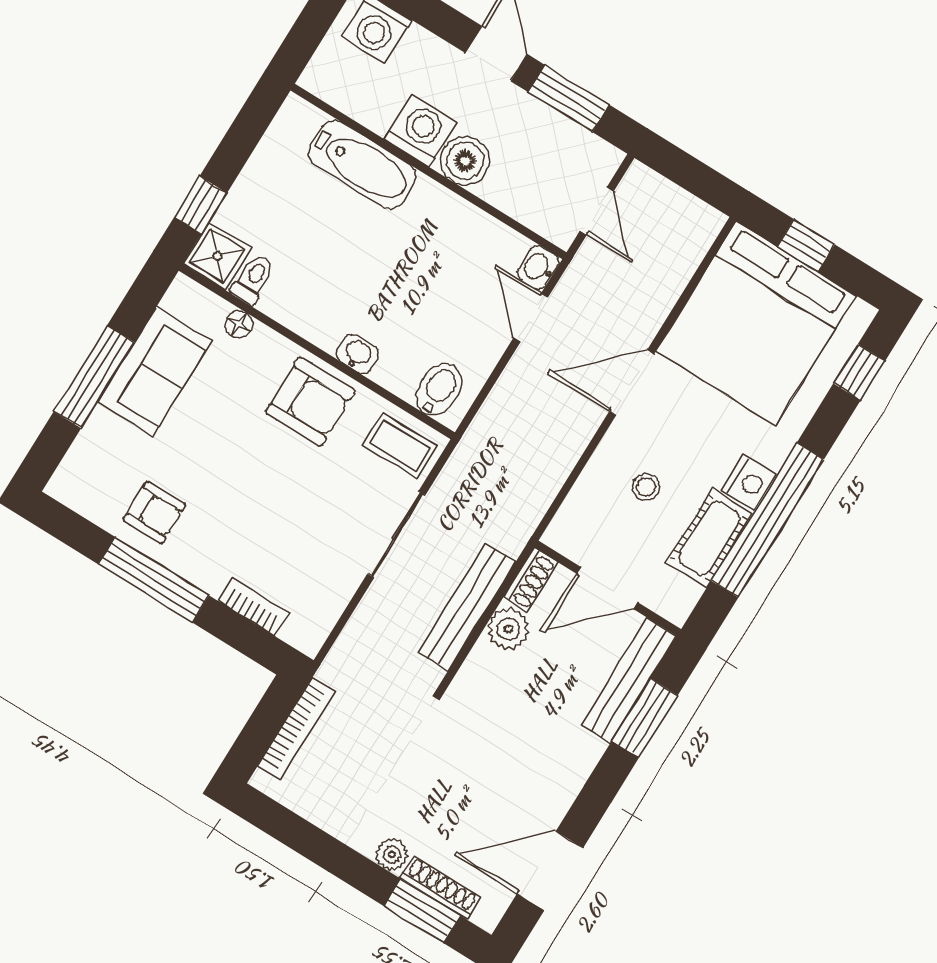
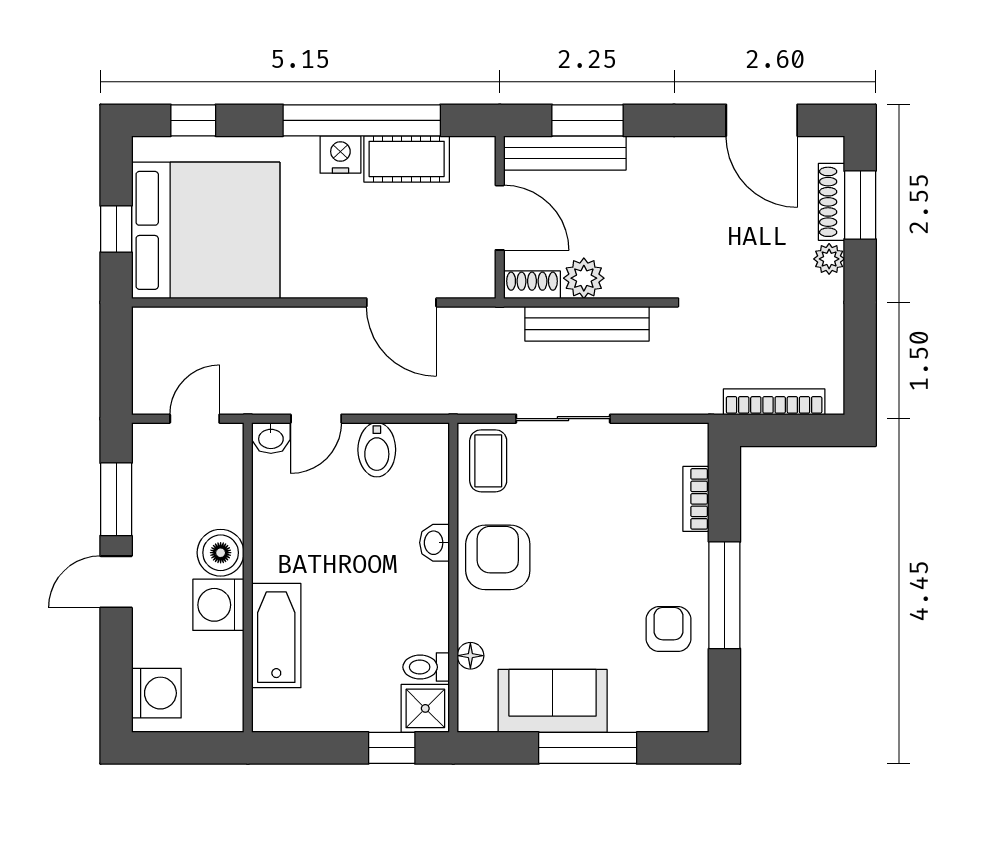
door: (632, 382) -> (401, 302), moved
bidet: (439, 390) -> (377, 450), moved, turned -90
stool: (646, 487) -> (397, 237), removed

